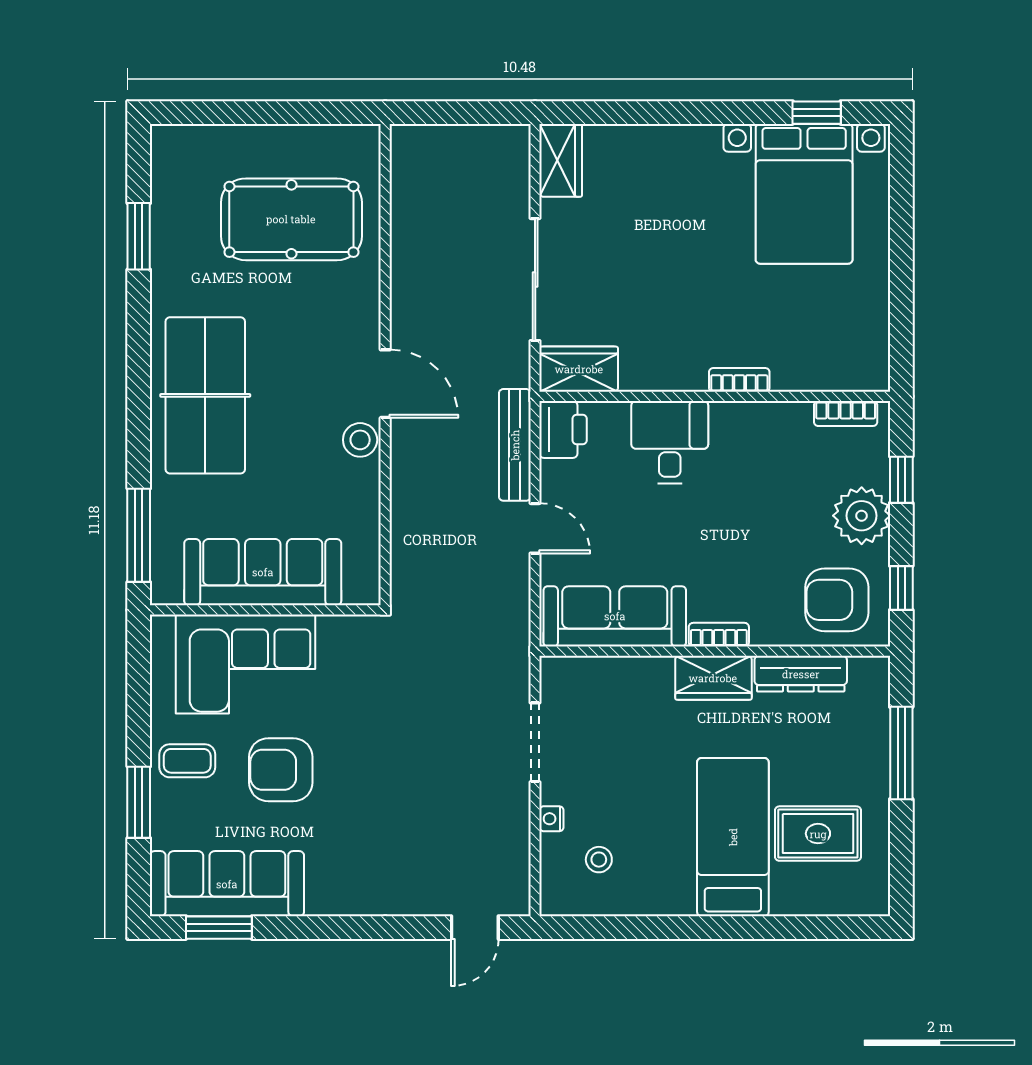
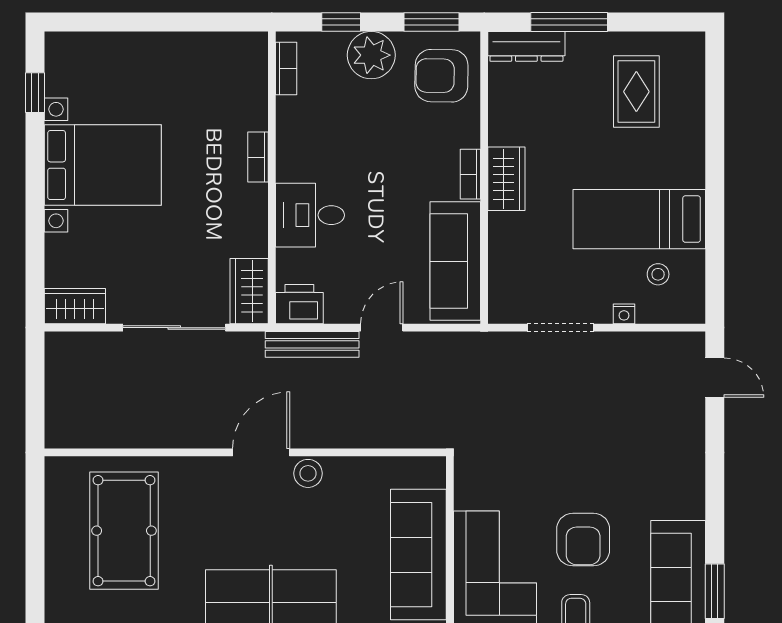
bed with nightstands: (804, 194) -> (103, 165), moved
window: (901, 588) -> (432, 22), width x1.50
armchair: (837, 600) -> (441, 76), turned 91
dresser: (801, 674) -> (526, 46), moved, turned 90
bed: (733, 837) -> (639, 219), moved

